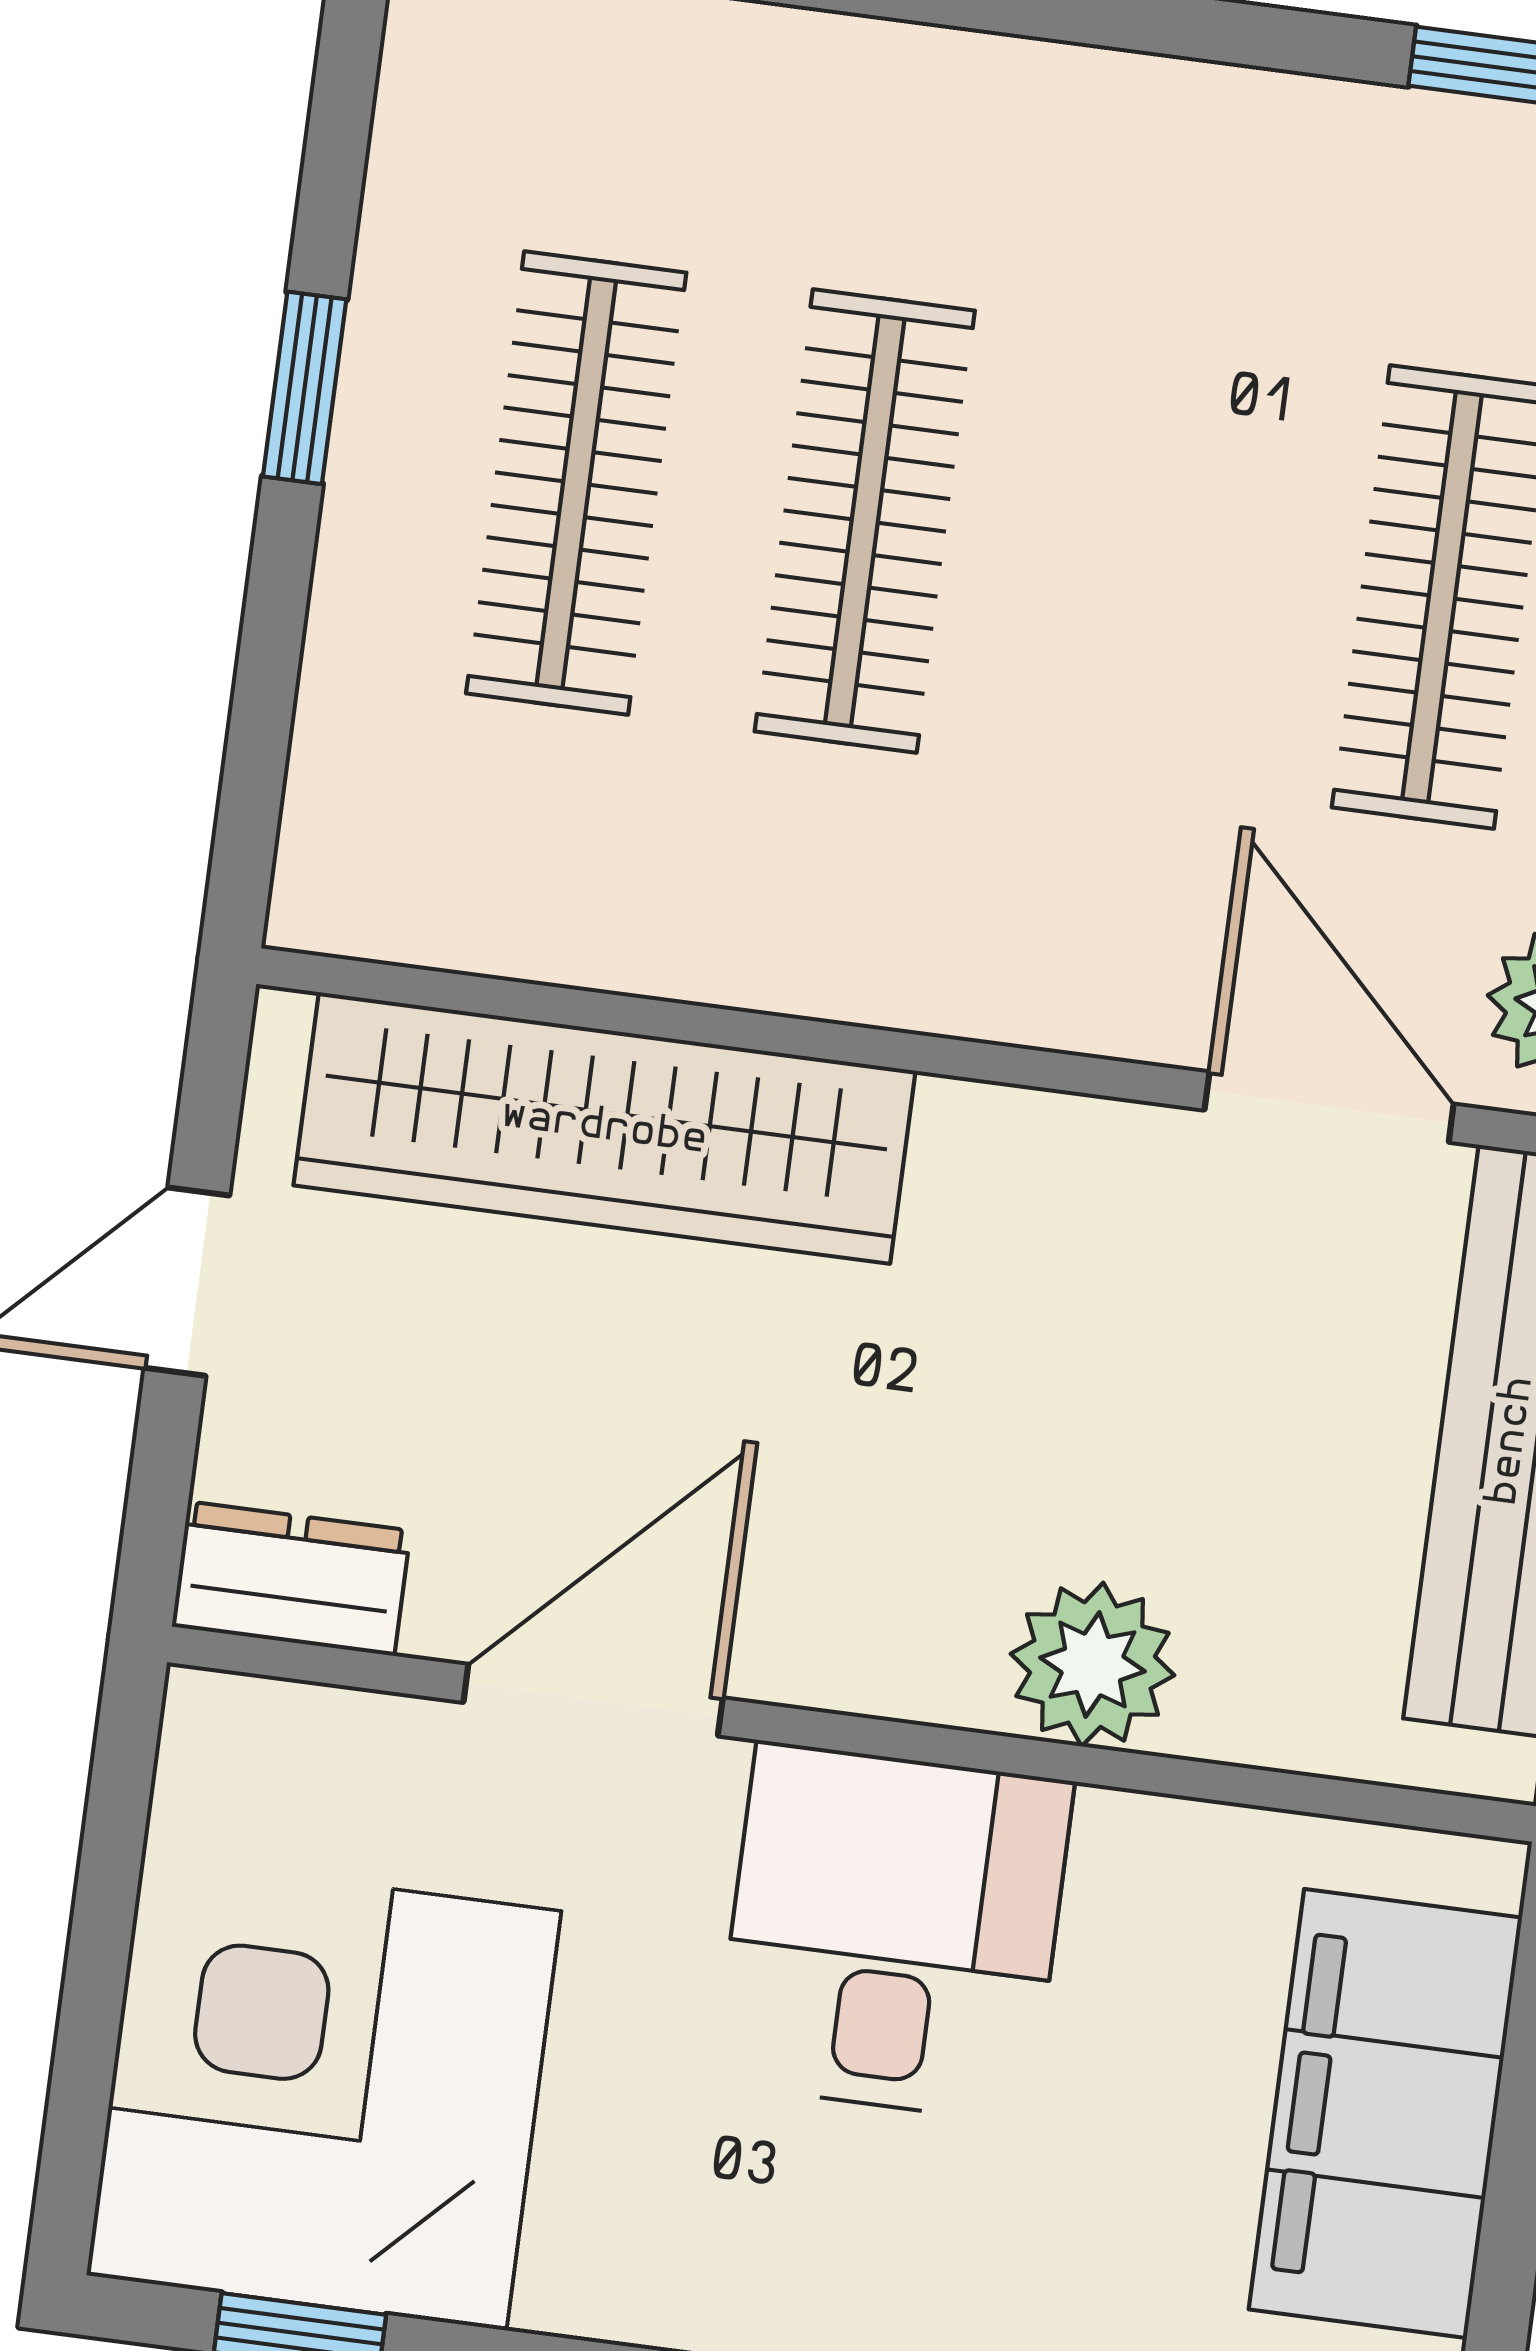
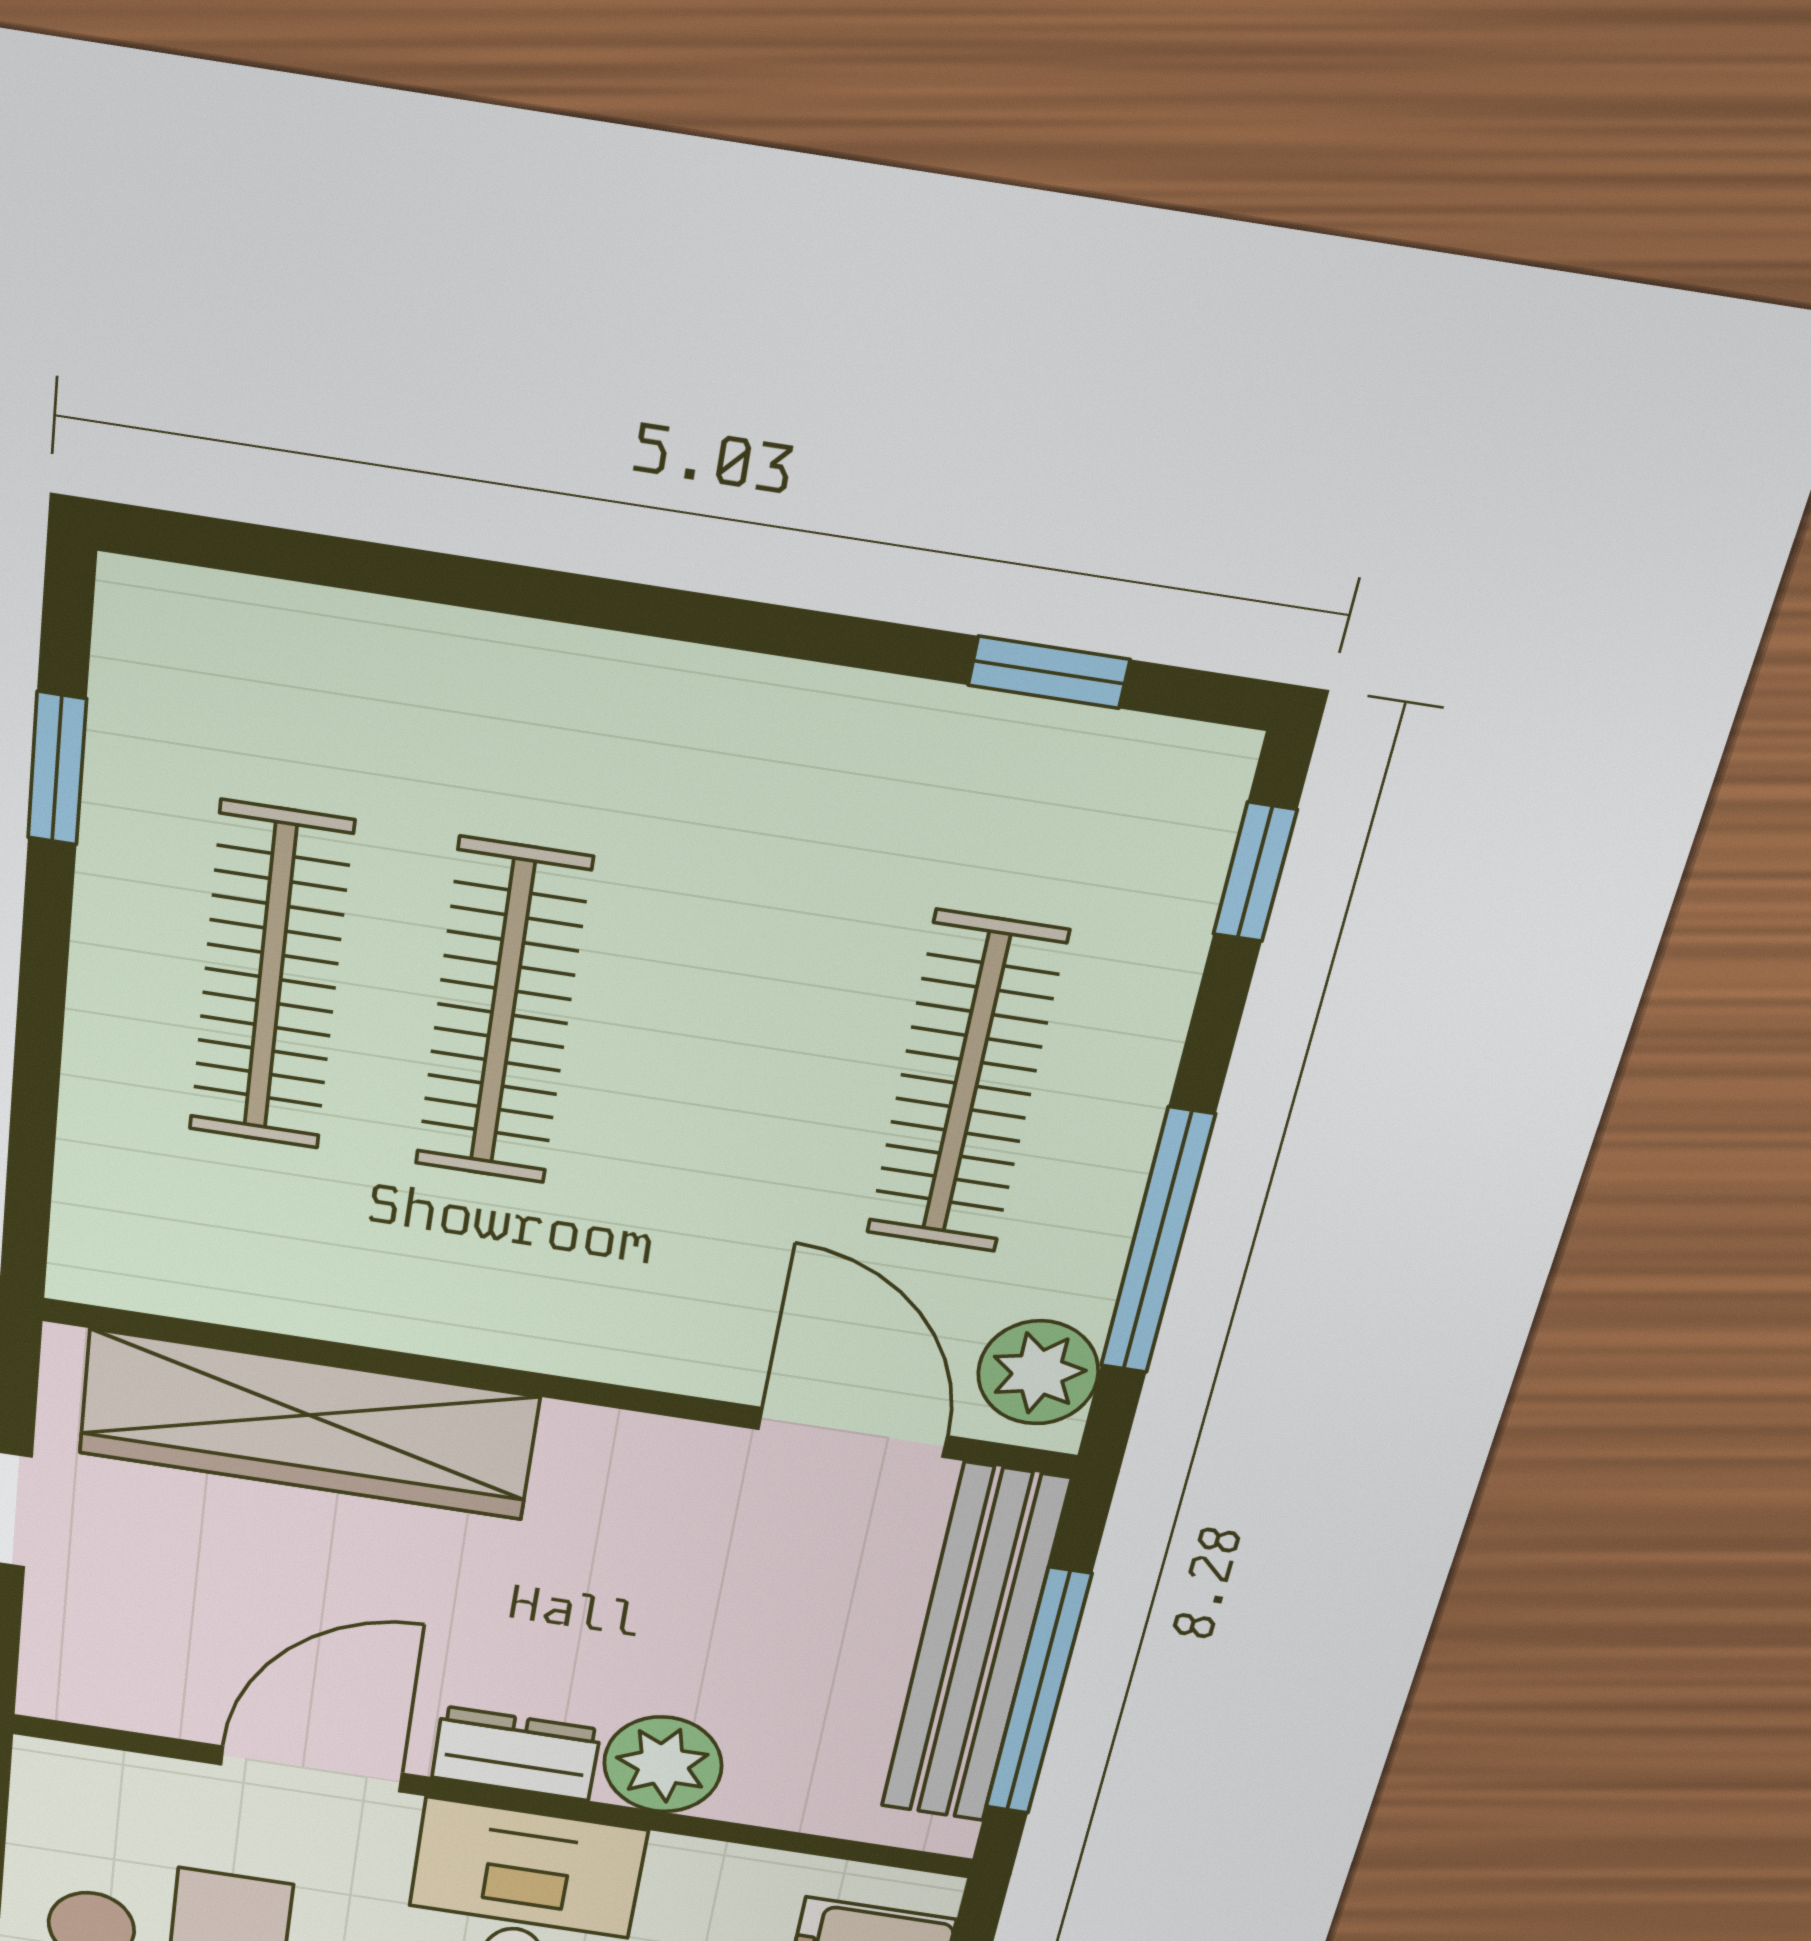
window: (305, 388) -> (57, 769), moved
dresser: (291, 1579) -> (516, 1754), moved

